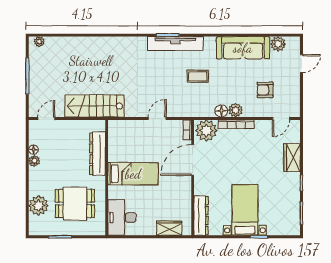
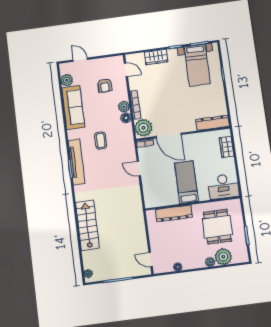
stairs: (95, 106) -> (87, 225), moved, turned 180
plant: (34, 161) -> (210, 262), moved
bed with nightstands: (245, 210) -> (197, 65), moved, turned -90

